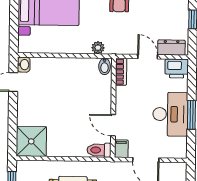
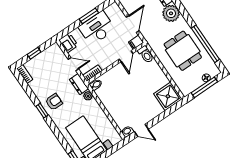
dresser: (171, 47) -> (79, 84), moved
door: (148, 57) -> (73, 64), swing flipped

